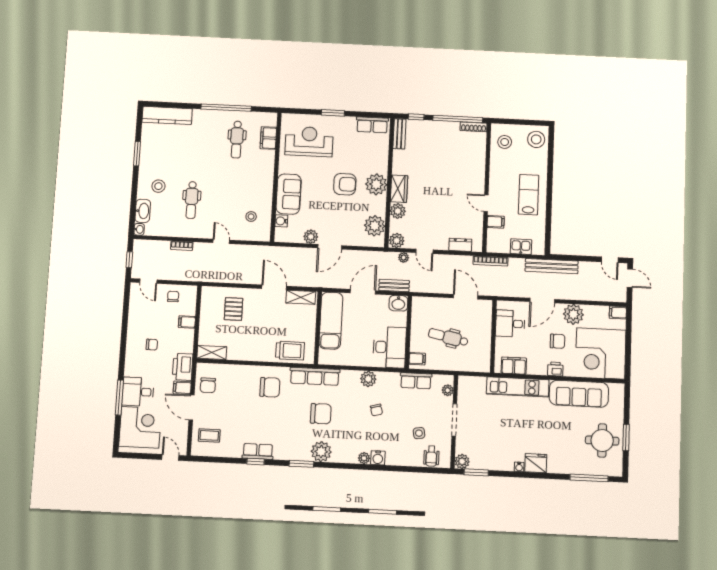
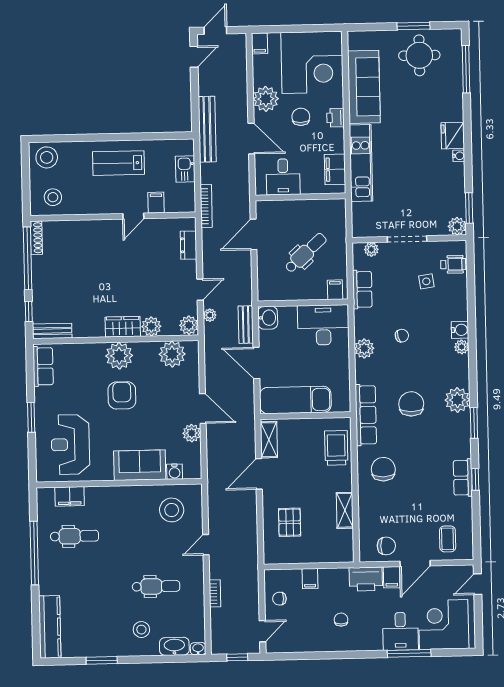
stool: (251, 217) -> (172, 510), width x1.89, depth x1.89
pallet: (234, 309) -> (290, 522), turned 90
dental chair: (448, 337) -> (306, 253), turned -144
shelving: (212, 353) -> (345, 510), moved

